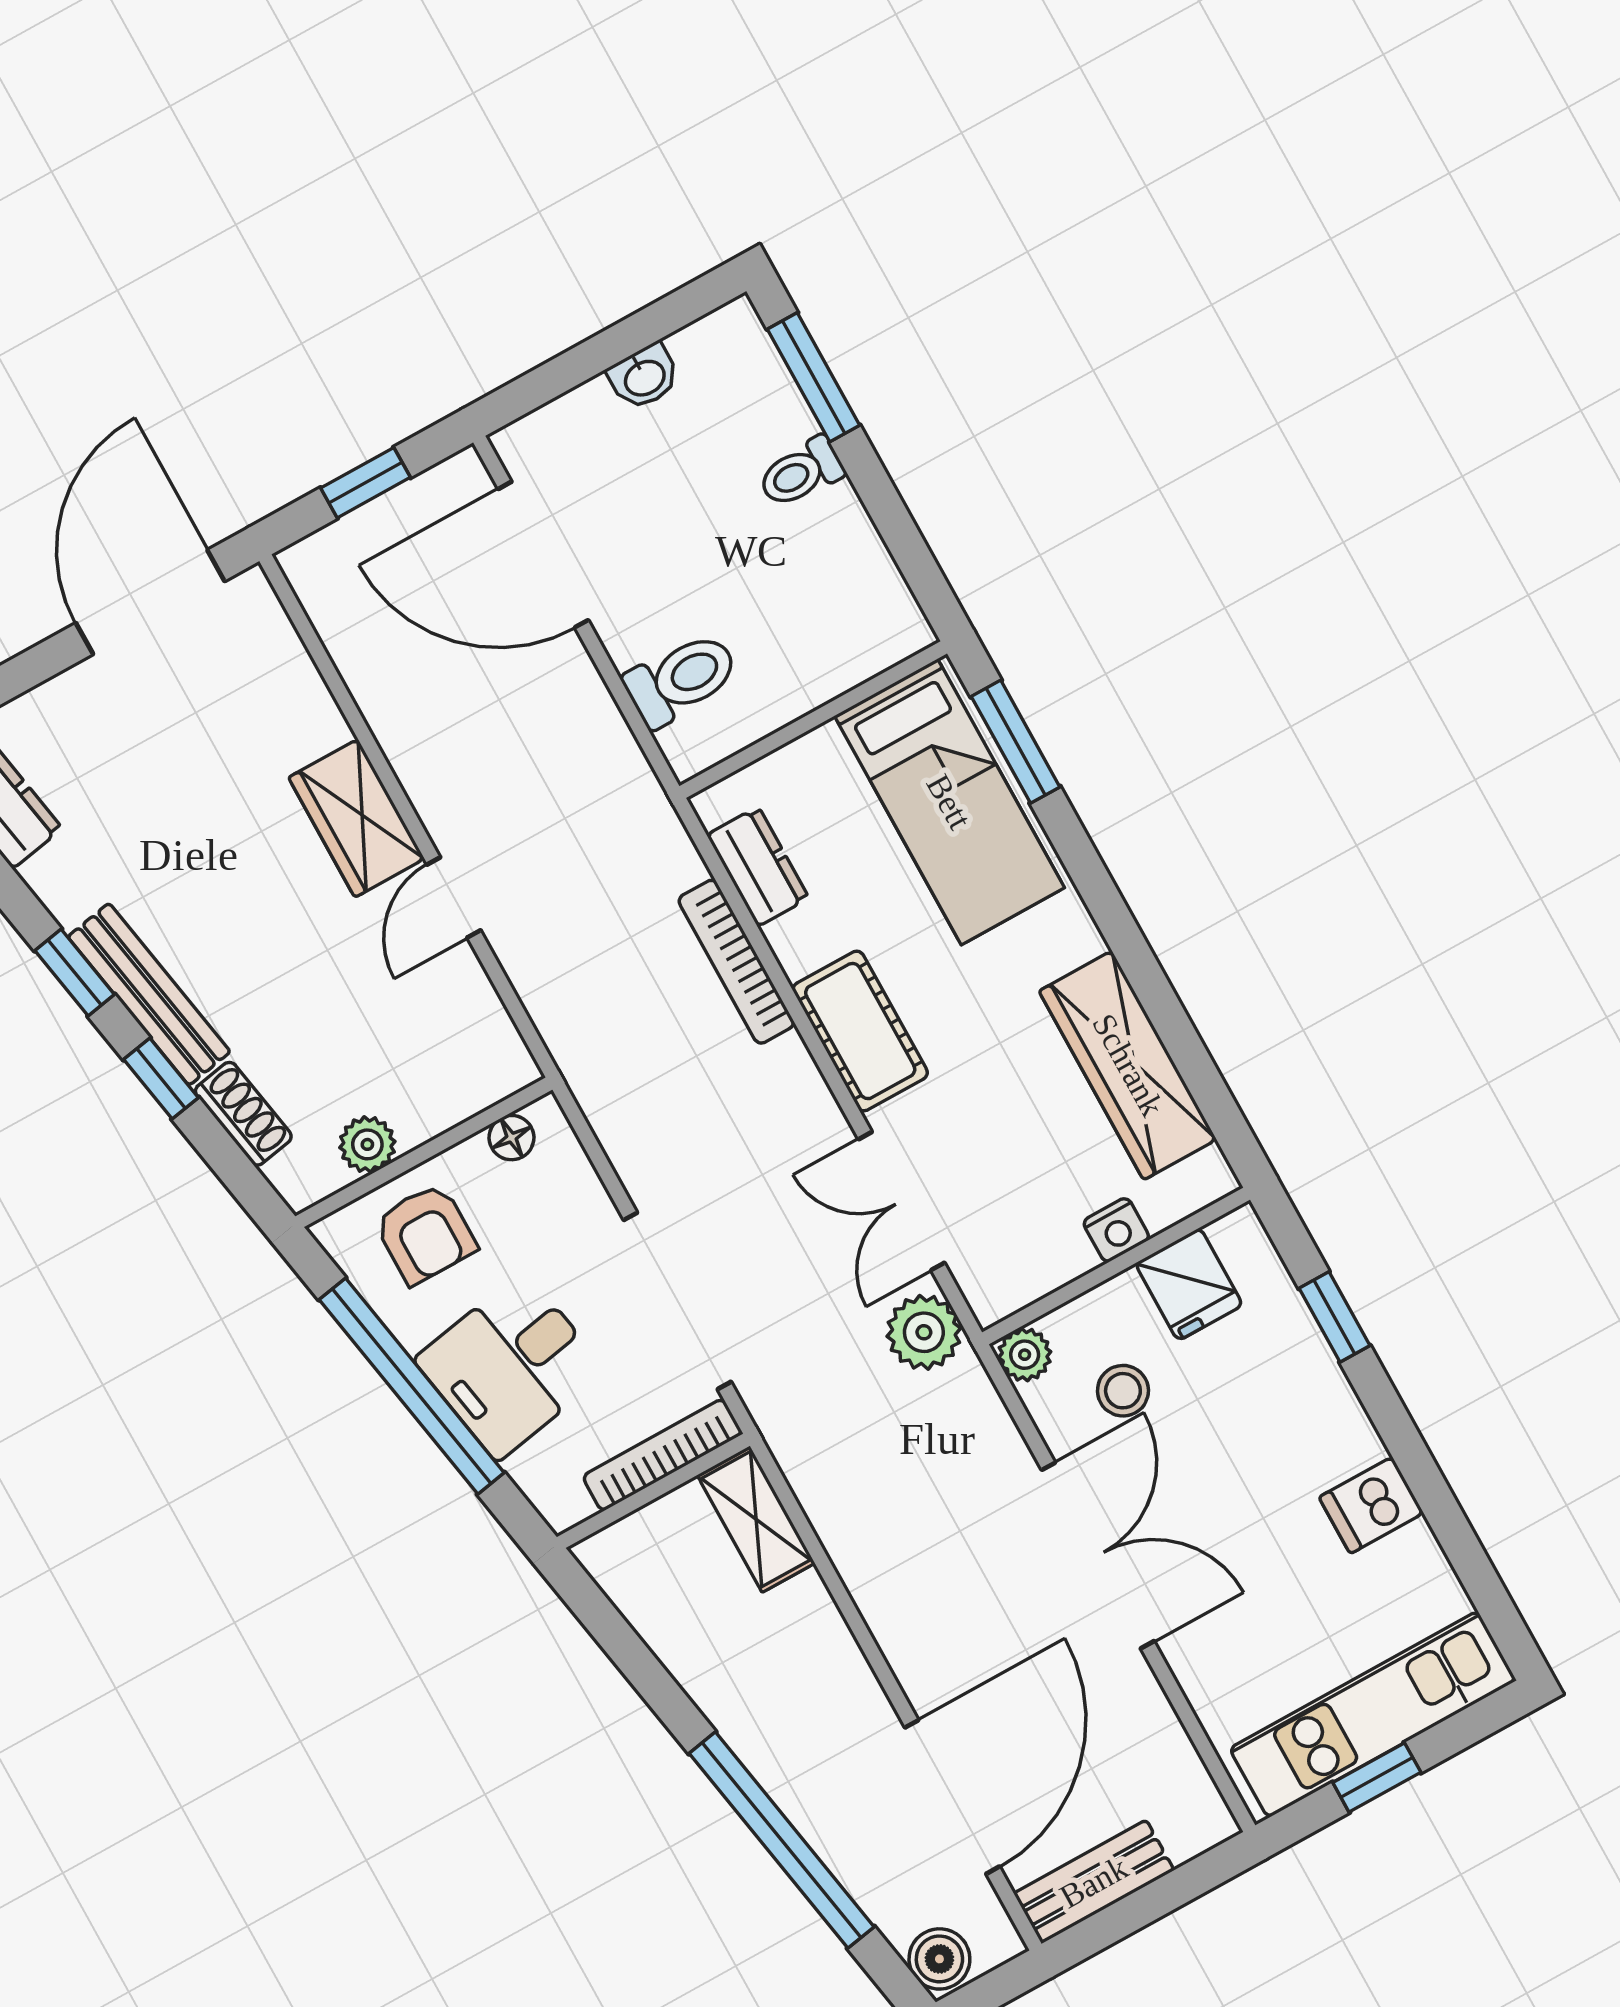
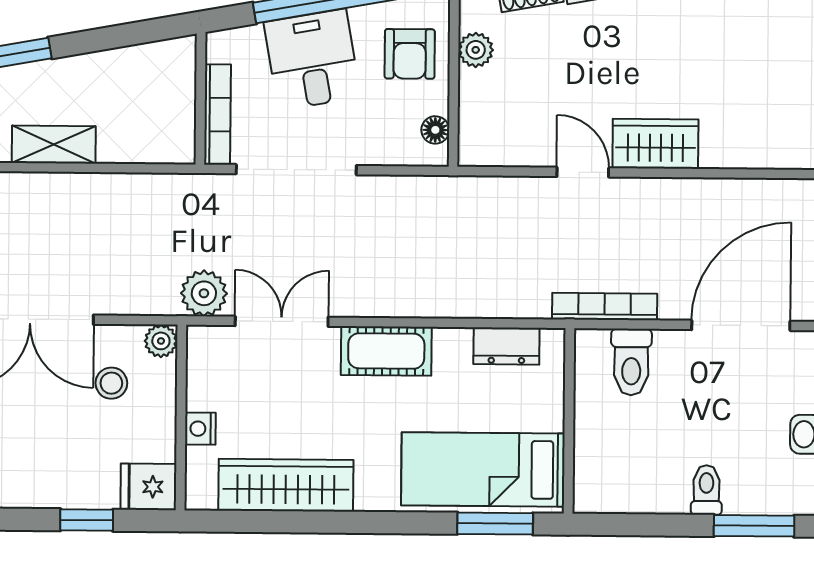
bookcase: (736, 962) -> (605, 307), moved
armchair: (425, 1234) -> (410, 54), turned -90
fridge: (1189, 1284) -> (148, 487), moved
shelving: (756, 1519) -> (54, 145), moved

